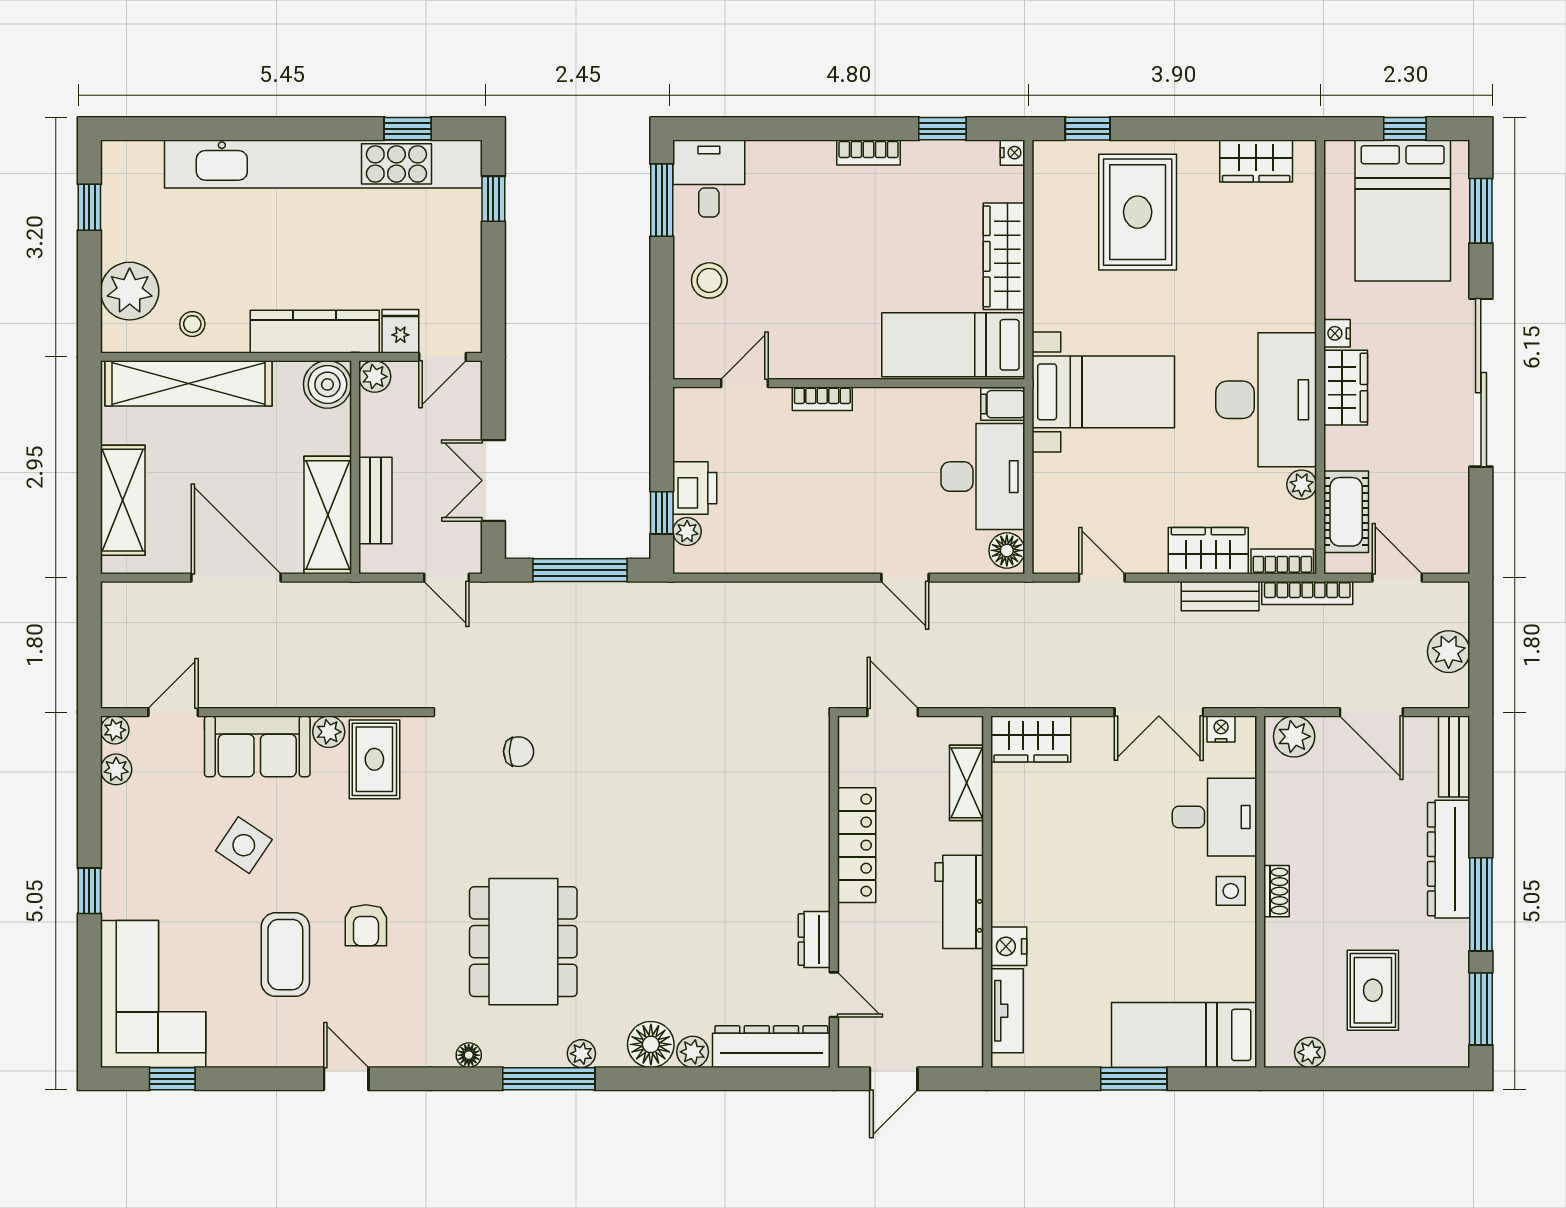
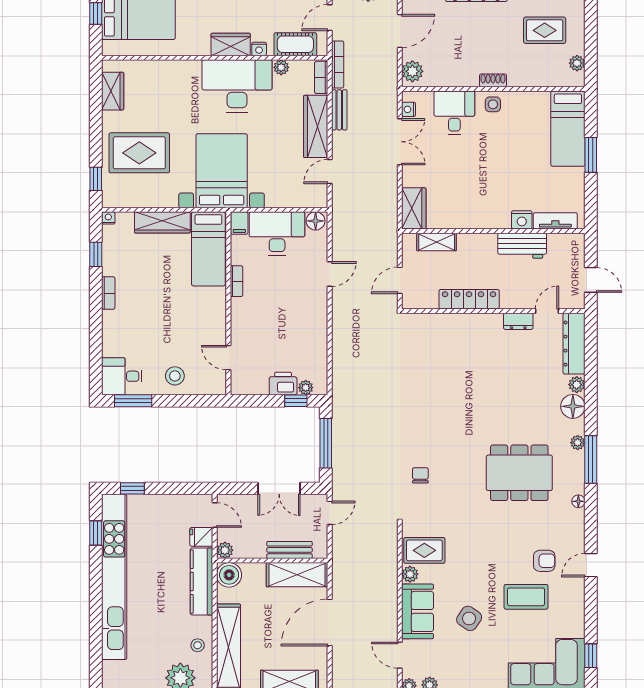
nightstand: (1337, 333) -> (259, 49), moved
bed with nightstands: (1103, 392) -> (222, 171), width x1.36
bookcase: (822, 399) -> (236, 281), moved
wardrobe: (1208, 551) -> (316, 126), width x1.50
workbench: (959, 902) -> (522, 246), moved
armchair: (366, 925) -> (544, 561), moved

